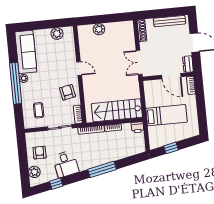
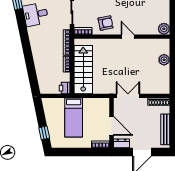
plant: (57, 34) -> (164, 29), moved
door: (79, 69) -> (128, 37), swing flipped
door: (171, 76) -> (111, 126), swing flipped
window: (171, 148) -> (44, 133), moved
window: (102, 169) -> (27, 49), removed

